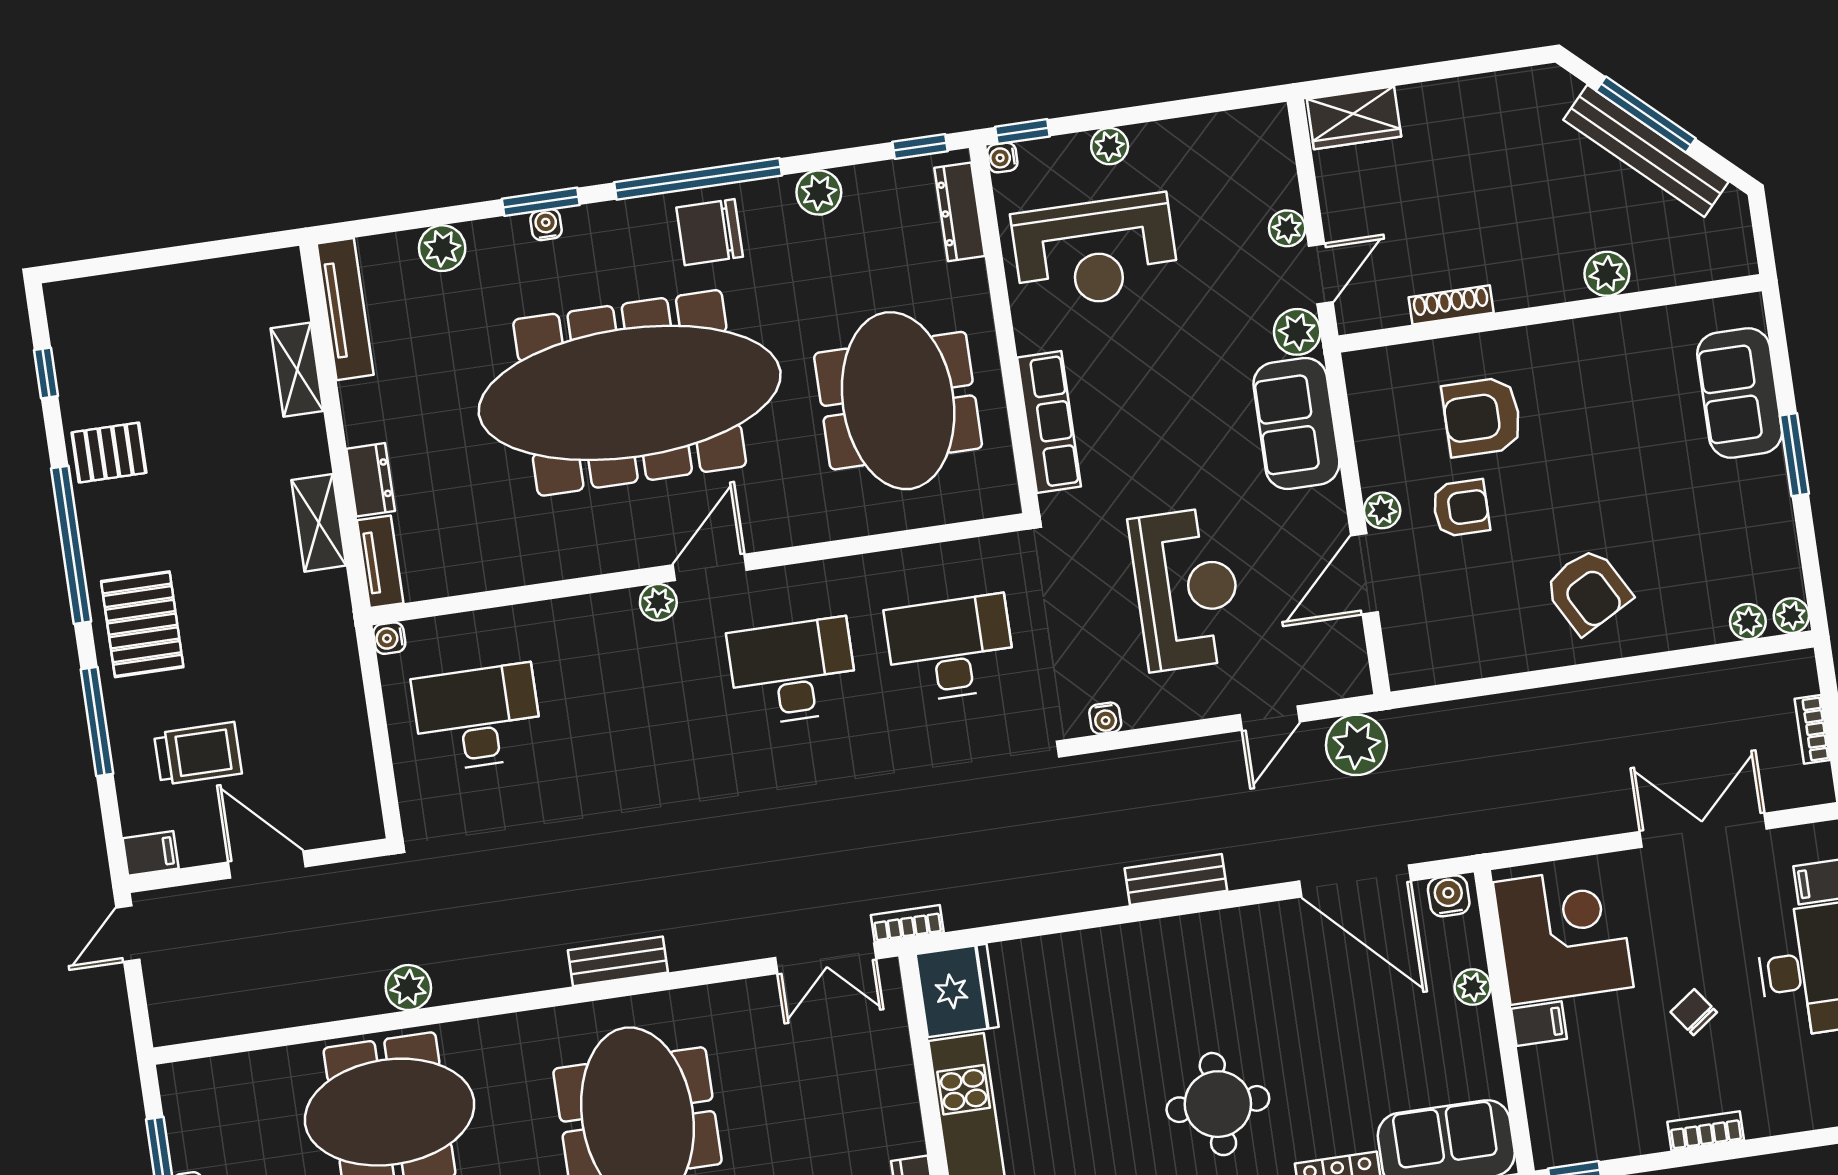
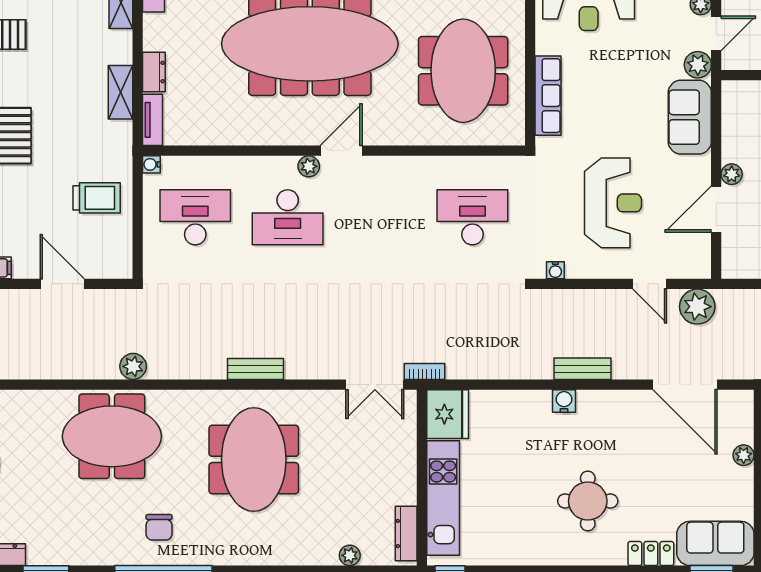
desk: (793, 671) -> (288, 217), moved, turned 180
door: (1270, 718) -> (650, 284), hinge flipped
trolley: (198, 754) -> (97, 198), moved
water cooler: (1449, 896) -> (564, 401), moved

